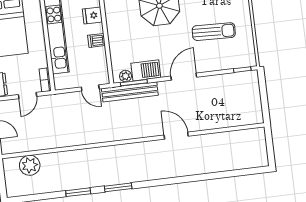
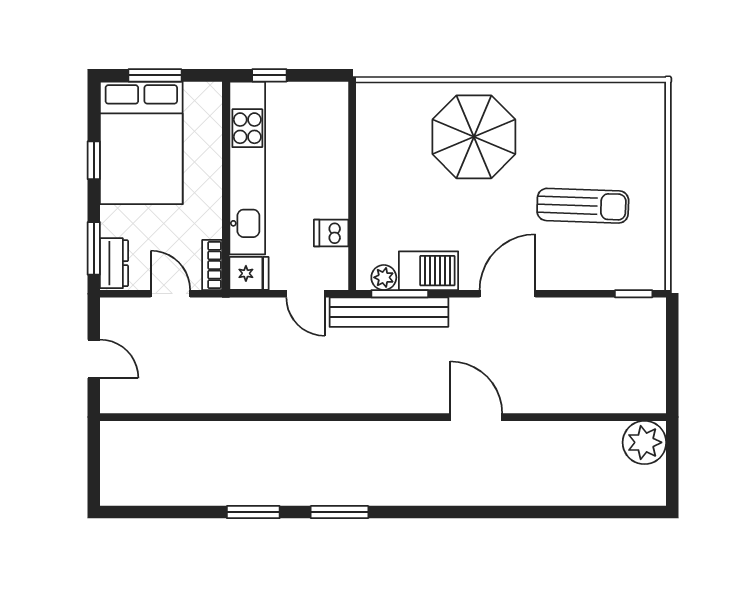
fridge: (92, 15) -> (249, 273), moved, turned 180
dishwasher: (96, 40) -> (331, 233), moved
door: (27, 96) -> (170, 294), swing flipped
plant: (30, 165) -> (644, 442), moved

